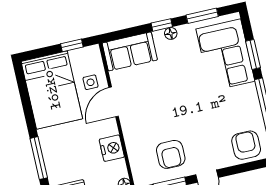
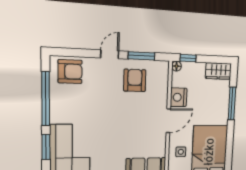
door: (114, 102) -> (168, 121), moved
armchair: (246, 145) -> (70, 72), turned -90

